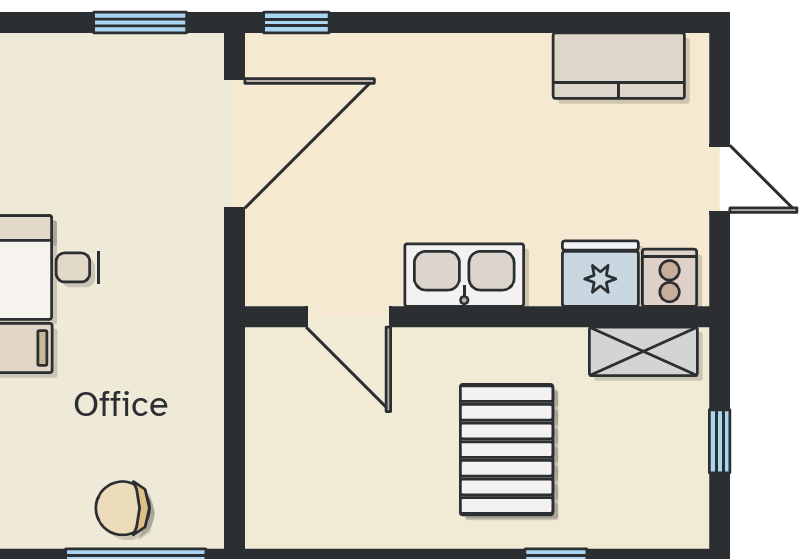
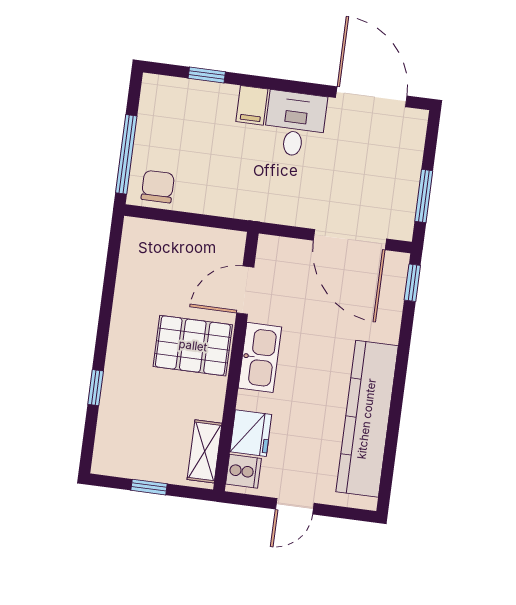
kitchen counter: (619, 66) -> (367, 419), width x2.08, depth x1.17
pallet: (507, 450) -> (193, 346), moved
chair: (123, 508) -> (158, 187), moved

